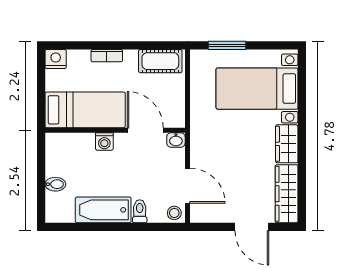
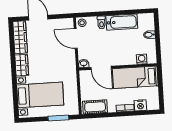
nightstand: (56, 59) -> (140, 105), moved
washing machine: (104, 141) -> (142, 59), moved

